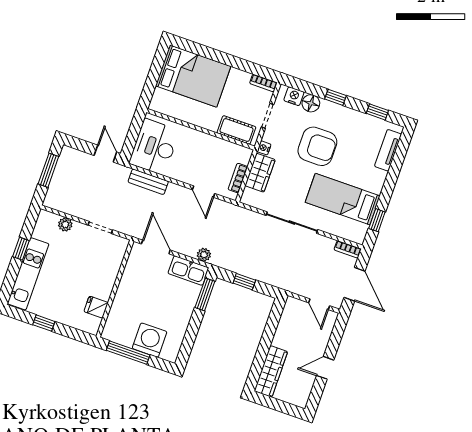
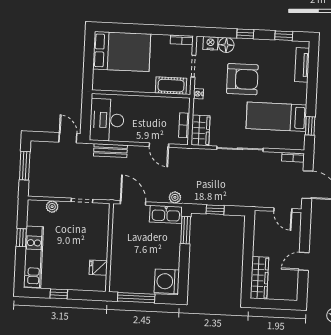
wardrobe: (260, 173) -> (201, 130), moved
washing machine: (150, 340) -> (167, 281), moved, turned -90

